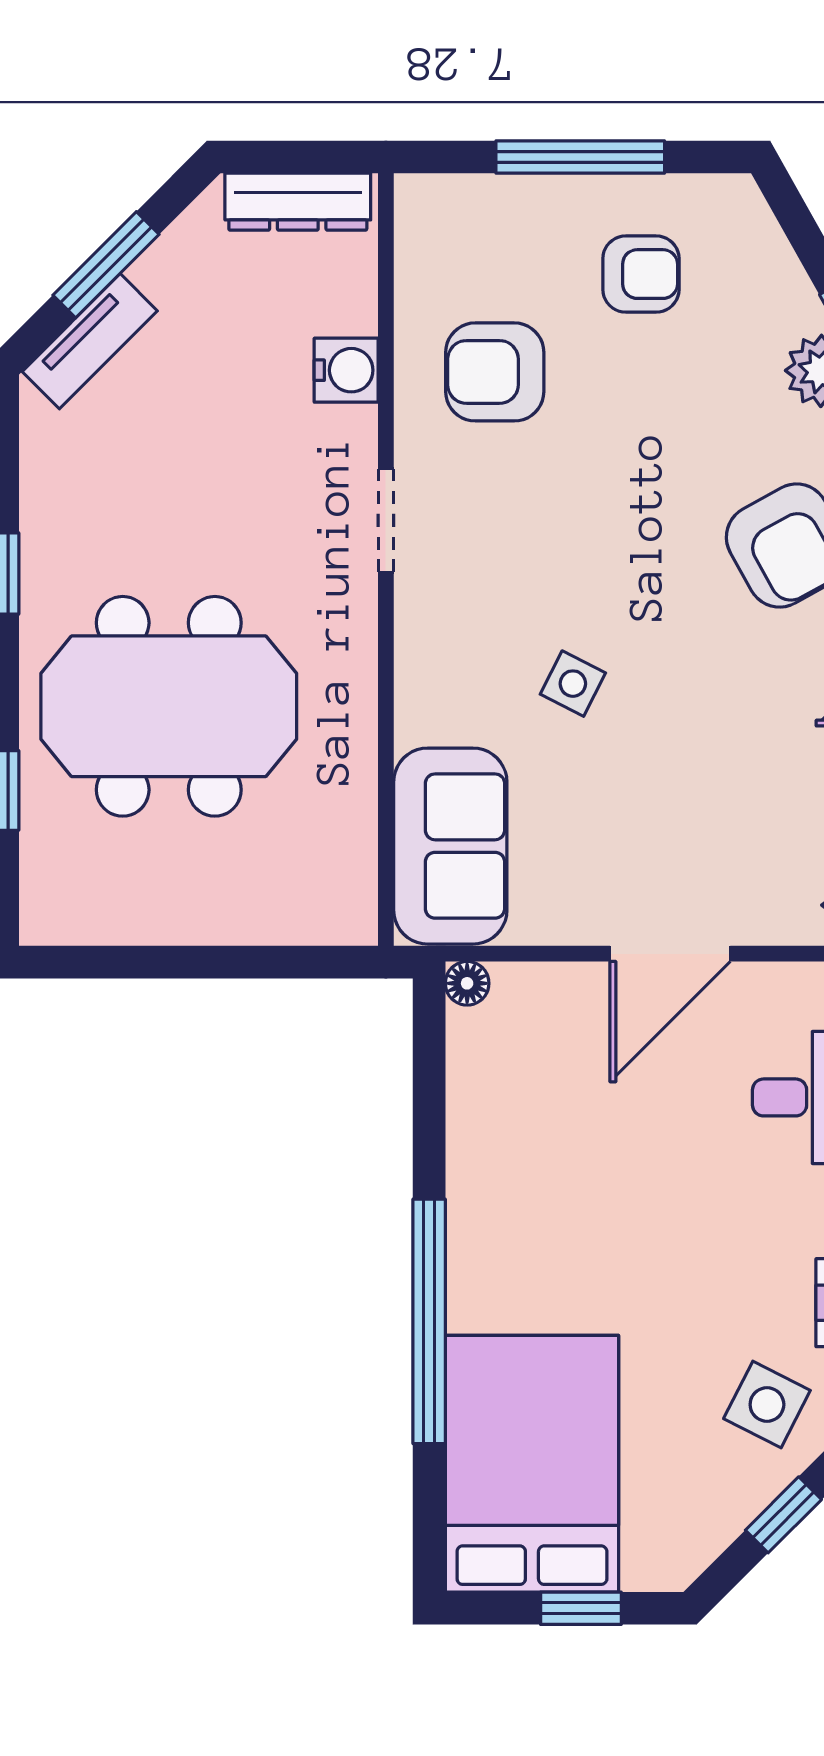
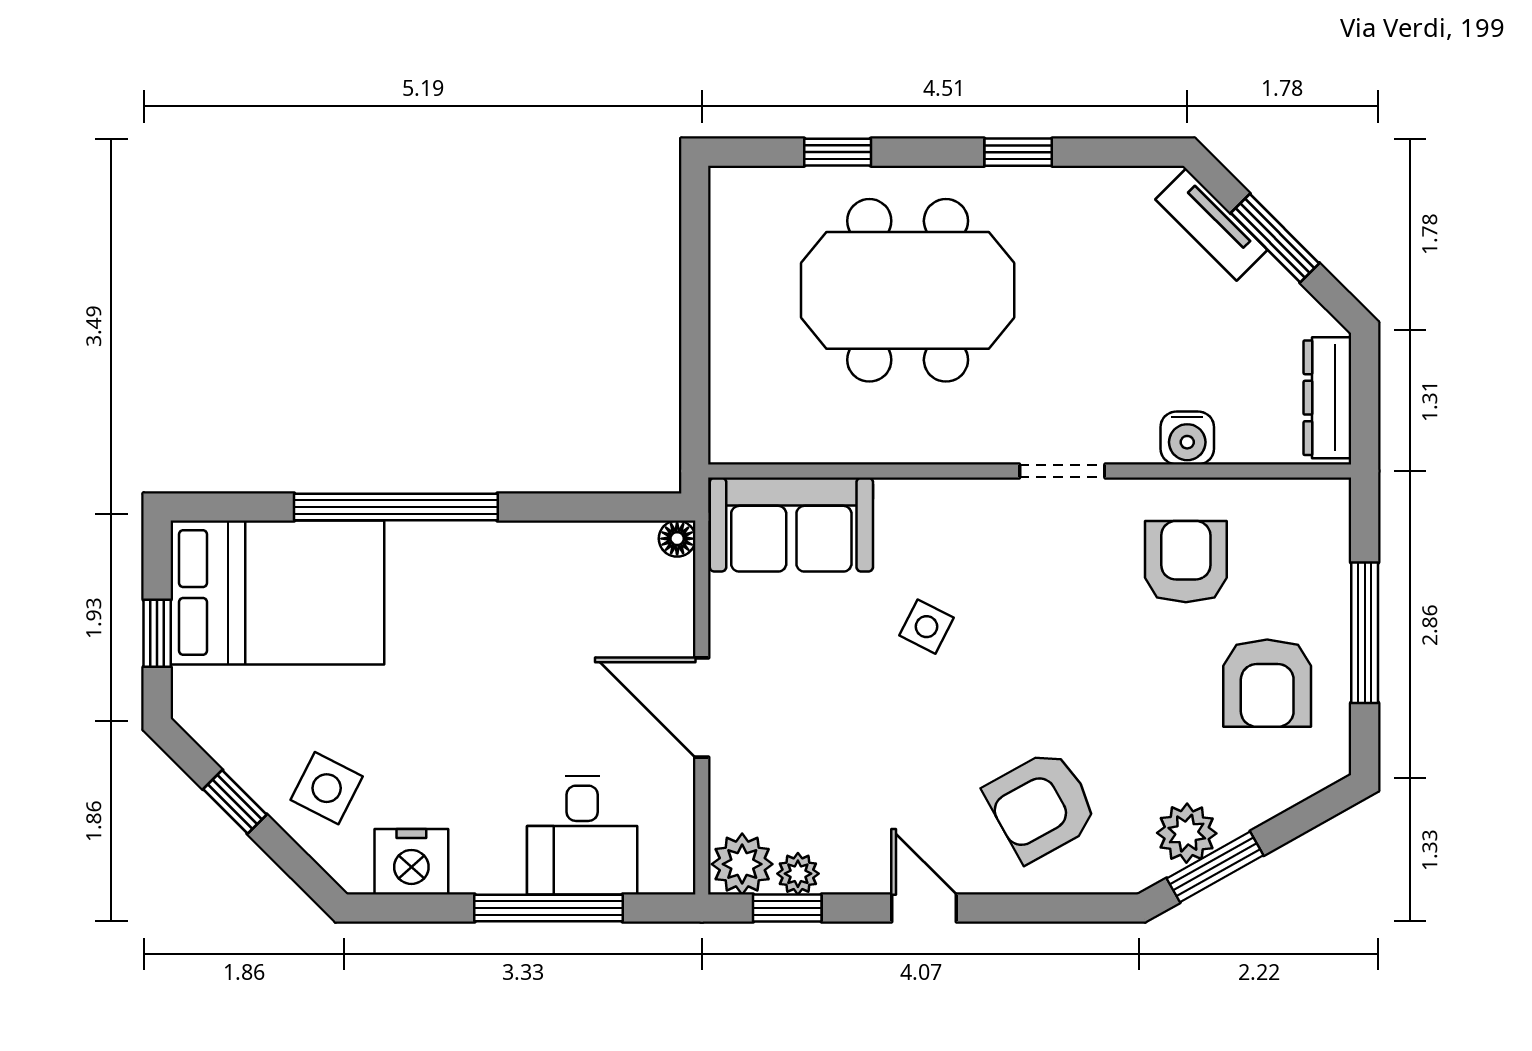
armchair: (641, 274) -> (1267, 683), width x1.38, depth x1.38
meeting table: (169, 706) -> (908, 290), turned 90

